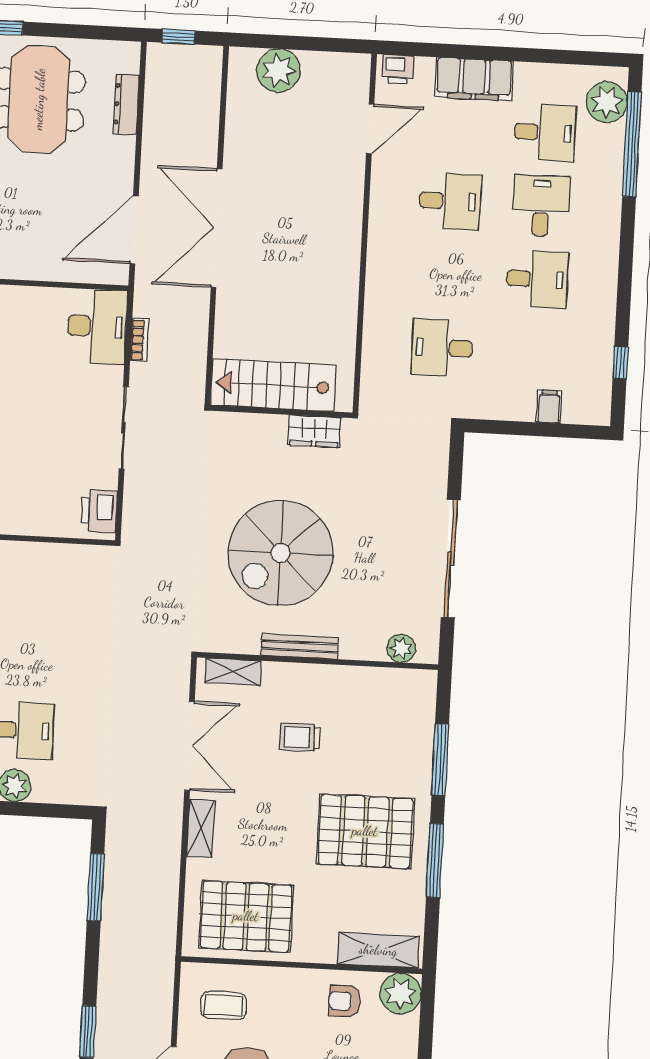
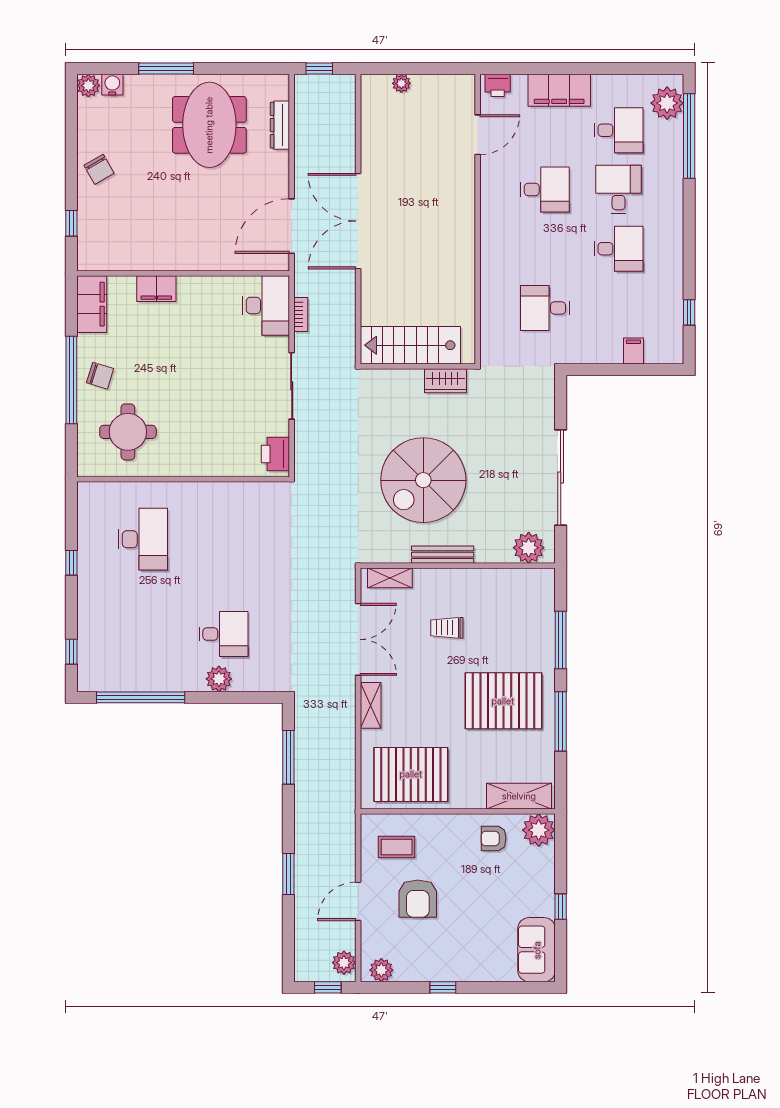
plant: (279, 71) -> (401, 83), width x0.53, depth x0.53
plant: (401, 648) -> (529, 548), width x1.36, depth x1.36

